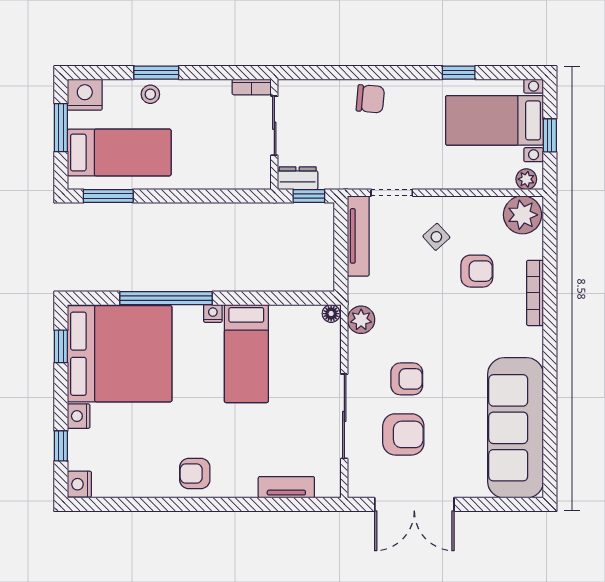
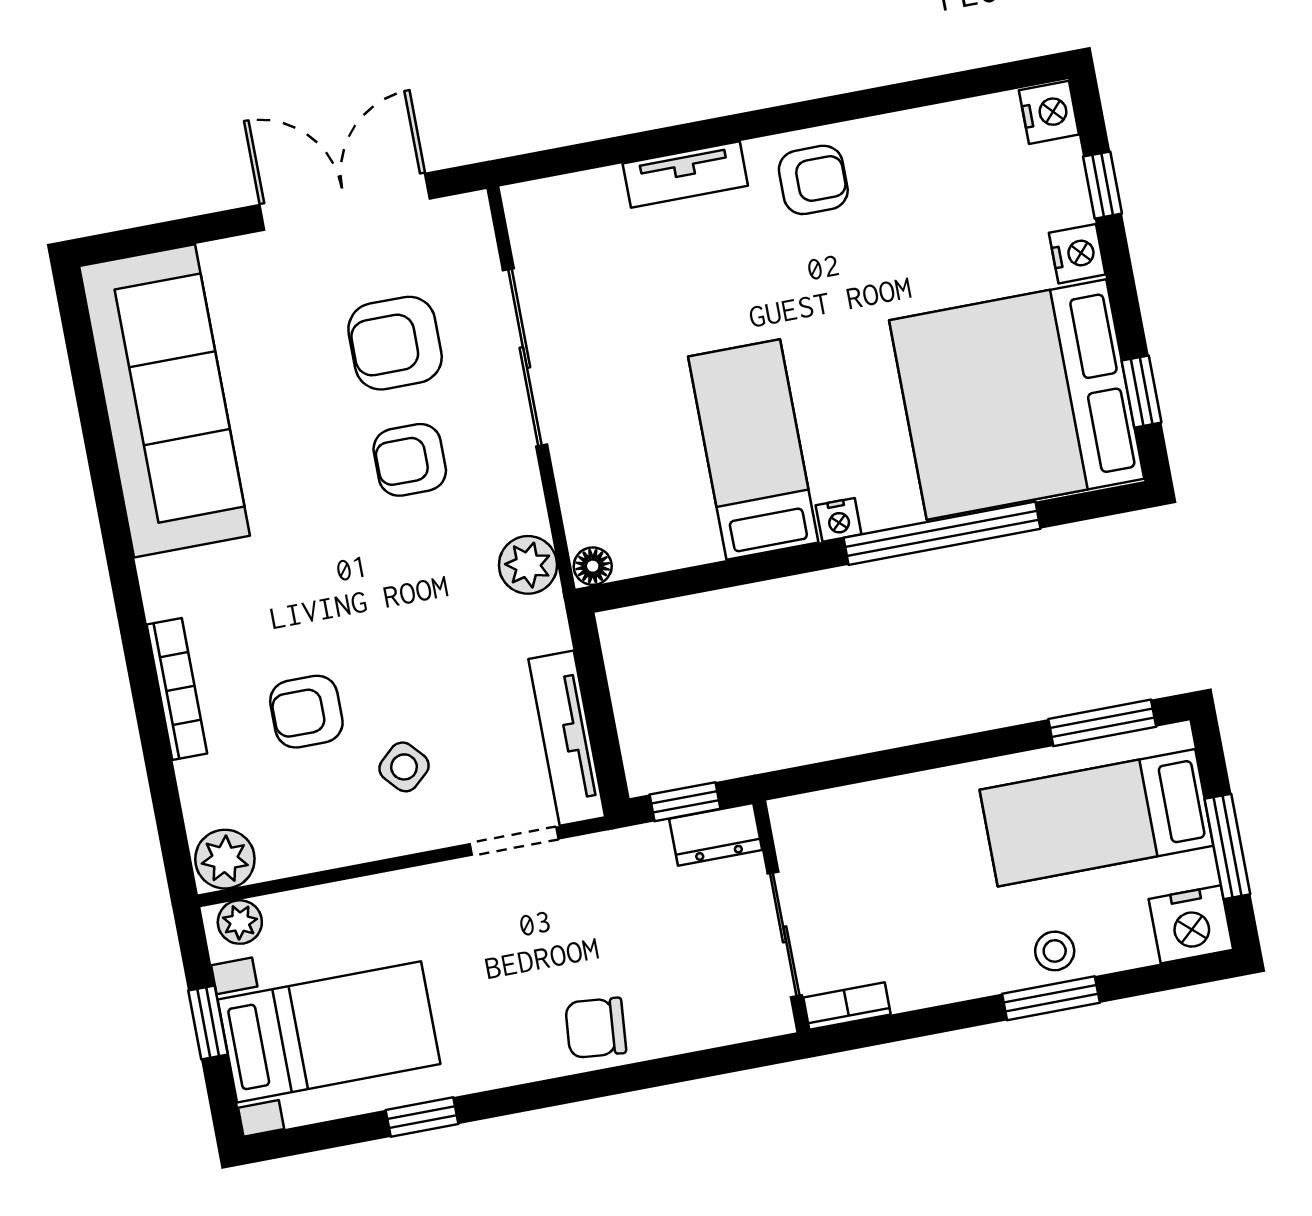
plant: (523, 215) -> (225, 859), width x0.73, depth x0.73
tv unit: (286, 487) -> (685, 175), moved

